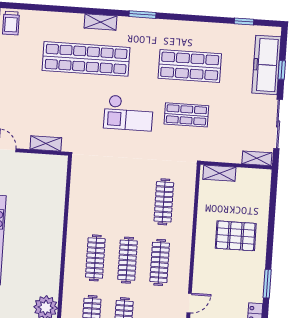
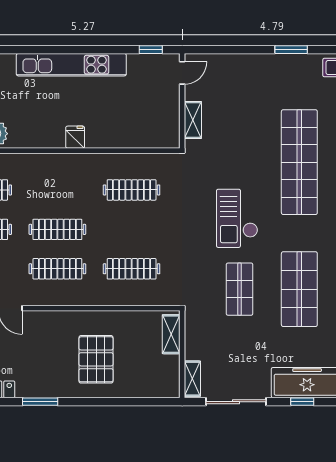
fridge: (53, 241) -> (75, 137), added
clothes rail: (95, 258) -> (132, 190), moved

